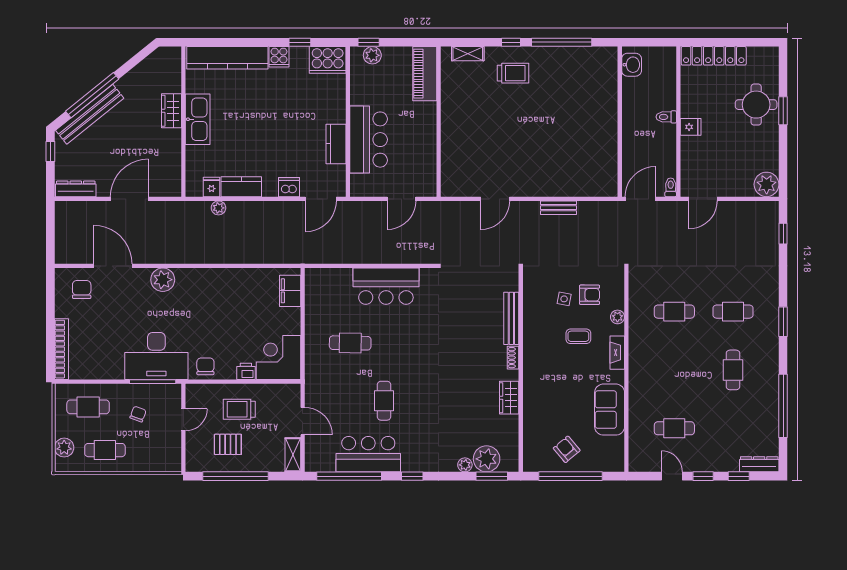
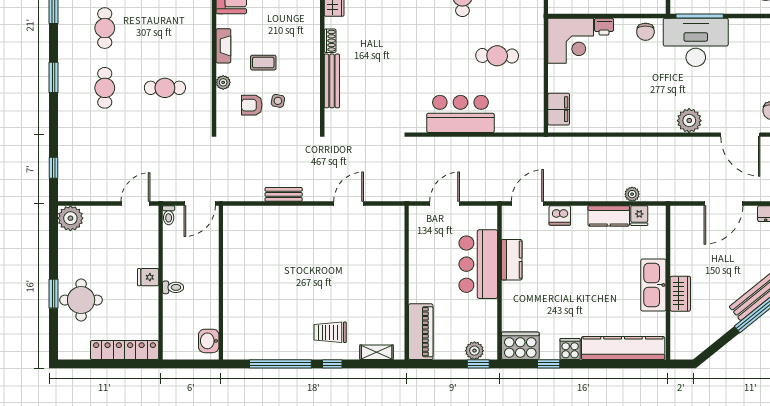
cafe table: (733, 312) -> (105, 88), turned 90

